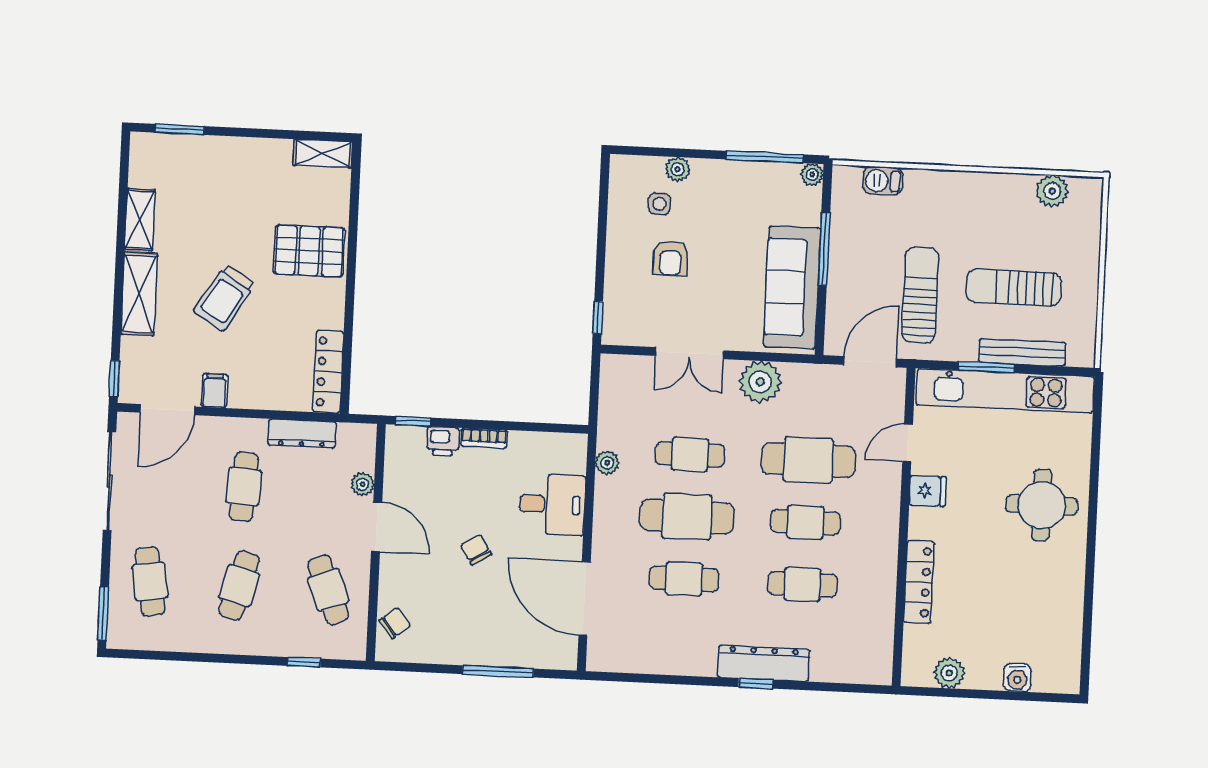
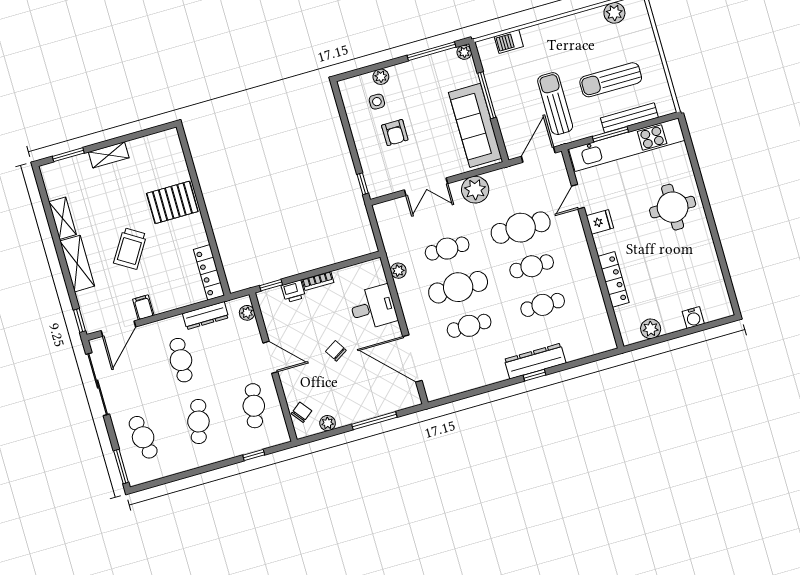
shelving: (323, 154) -> (109, 155), moved
plant: (363, 484) -> (247, 313), moved
cafe table: (328, 590) -> (254, 406), turned 33
plant: (428, 652) -> (328, 423), added

